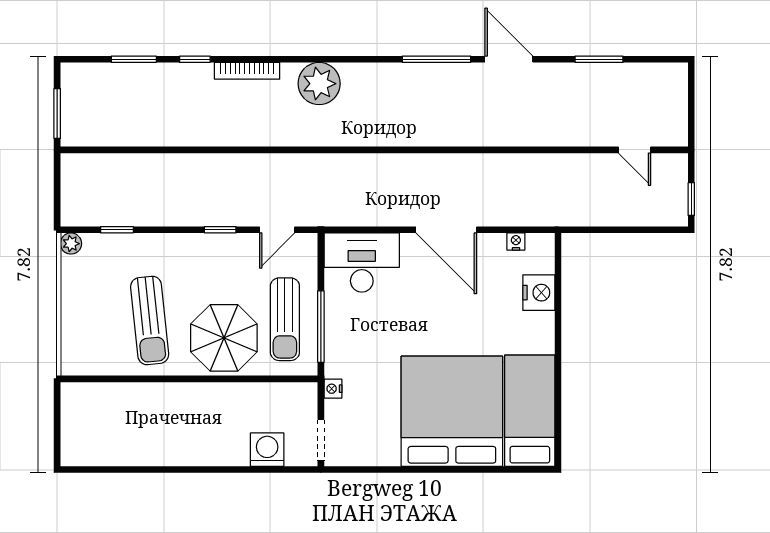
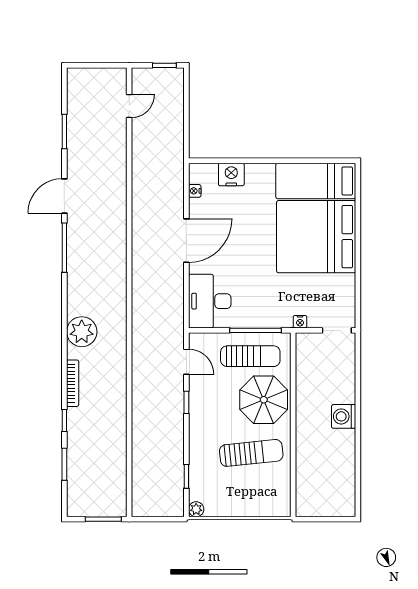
washing machine: (267, 450) -> (344, 416), moved

